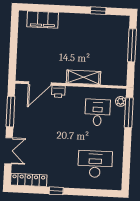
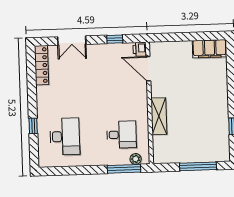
filing cabinet: (43, 20) -> (210, 49), moved, turned -90
printer: (58, 92) -> (140, 49), moved
window: (10, 112) -> (115, 39), width x0.46
window: (56, 191) -> (33, 126), moved

